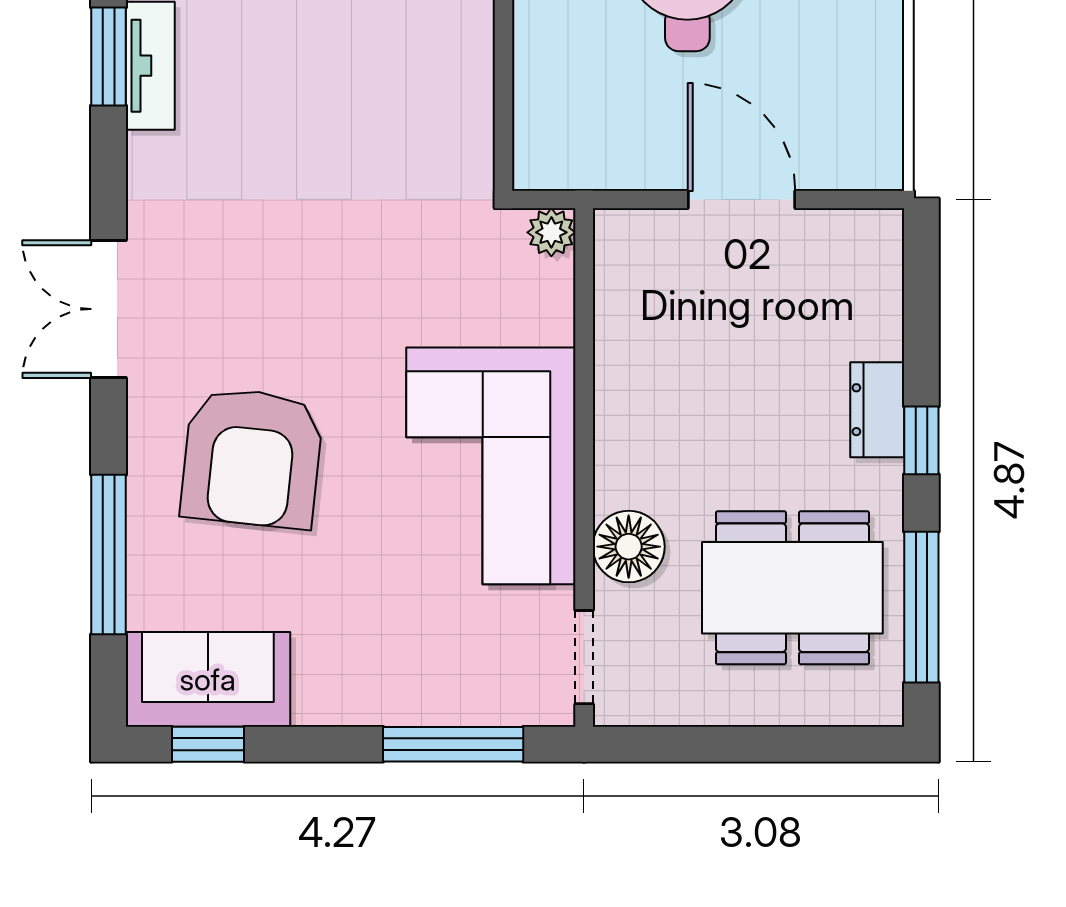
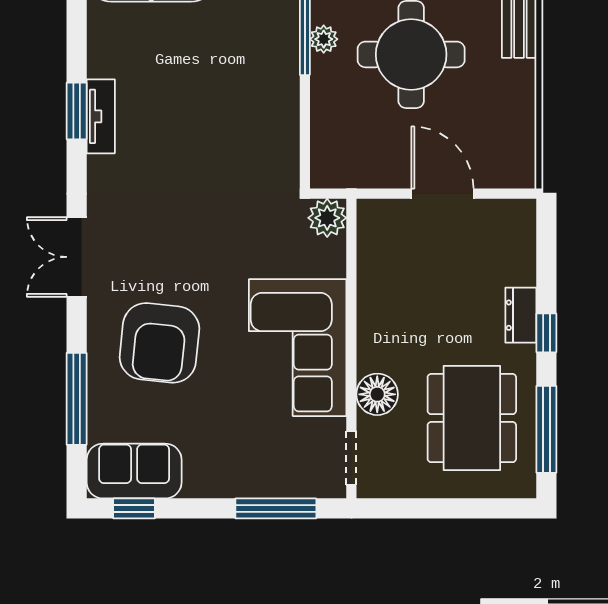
plant: (551, 232) -> (327, 218), width x1.38, depth x1.38
dining table: (792, 588) -> (472, 418), turned 90

